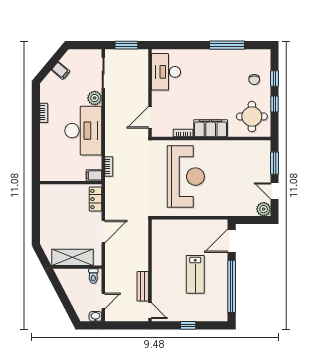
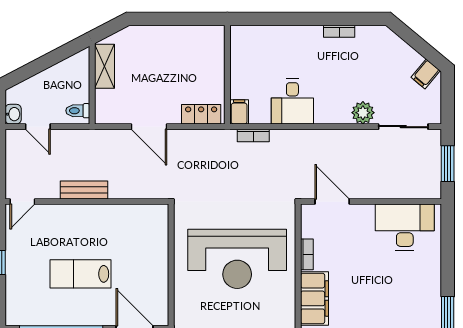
filing cabinet: (61, 71) -> (426, 74), moved
desk: (83, 131) -> (292, 101), width x0.53, depth x0.77
shelving: (72, 257) -> (105, 66), width x0.67, depth x0.75
bench: (143, 286) -> (84, 190), moved

